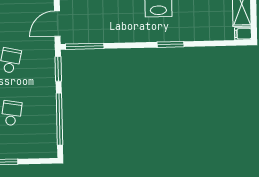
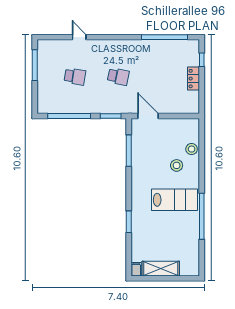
window: (171, 44) -> (129, 222), moved
window: (85, 46) -> (129, 151), moved

